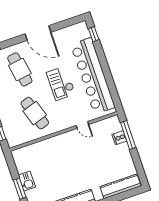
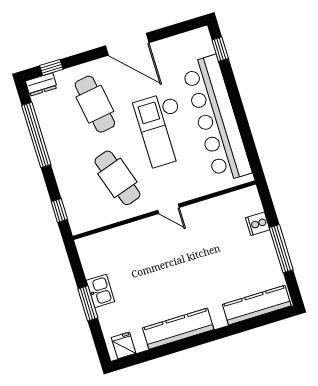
checkout: (61, 83) -> (163, 129), width x1.36, depth x1.21
door: (82, 125) -> (168, 209), moved
window: (128, 135) -> (281, 249), moved

